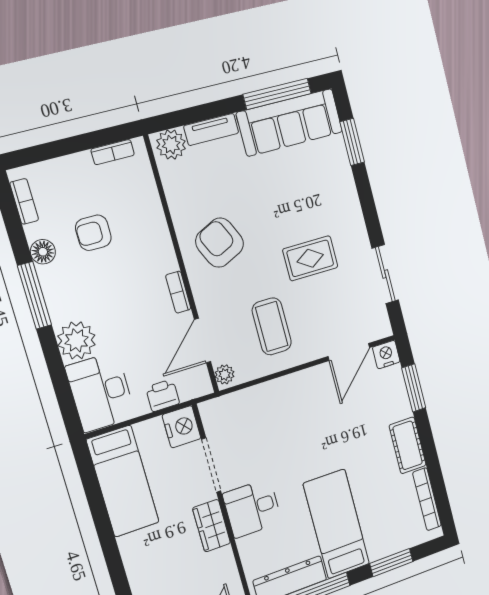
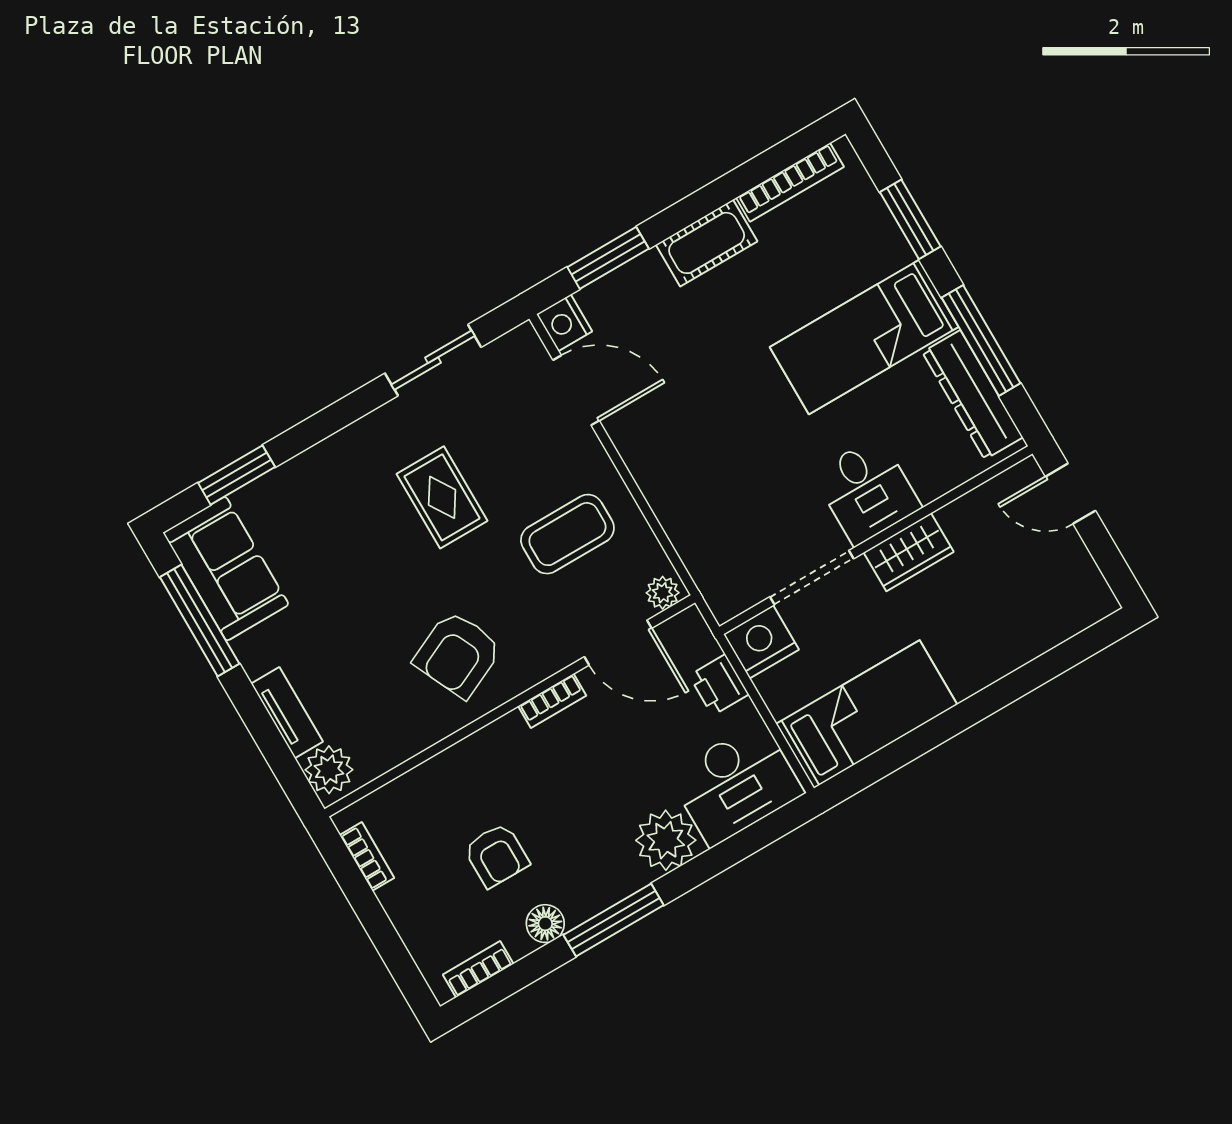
sofa: (290, 122) -> (226, 569), width x0.73

